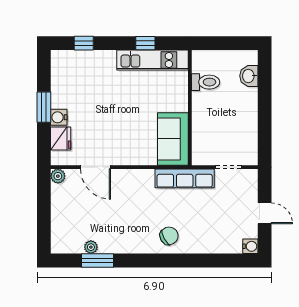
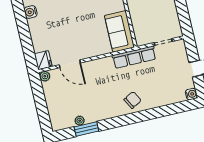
window: (44, 107) -> (24, 30), removed
water cooler: (59, 117) -> (31, 12), moved
fridge: (61, 139) -> (43, 60), moved

